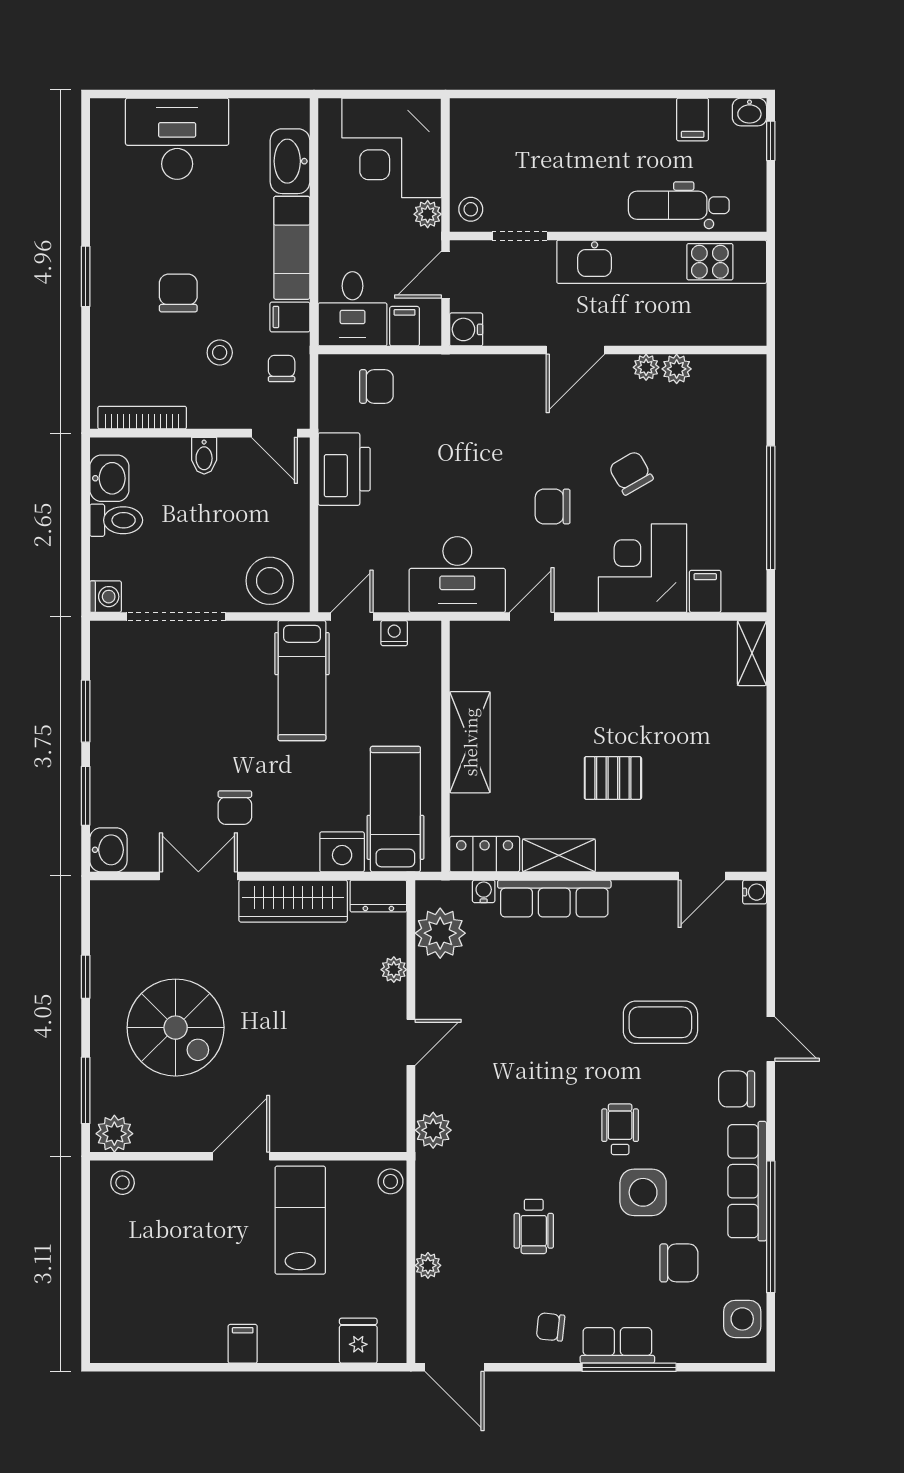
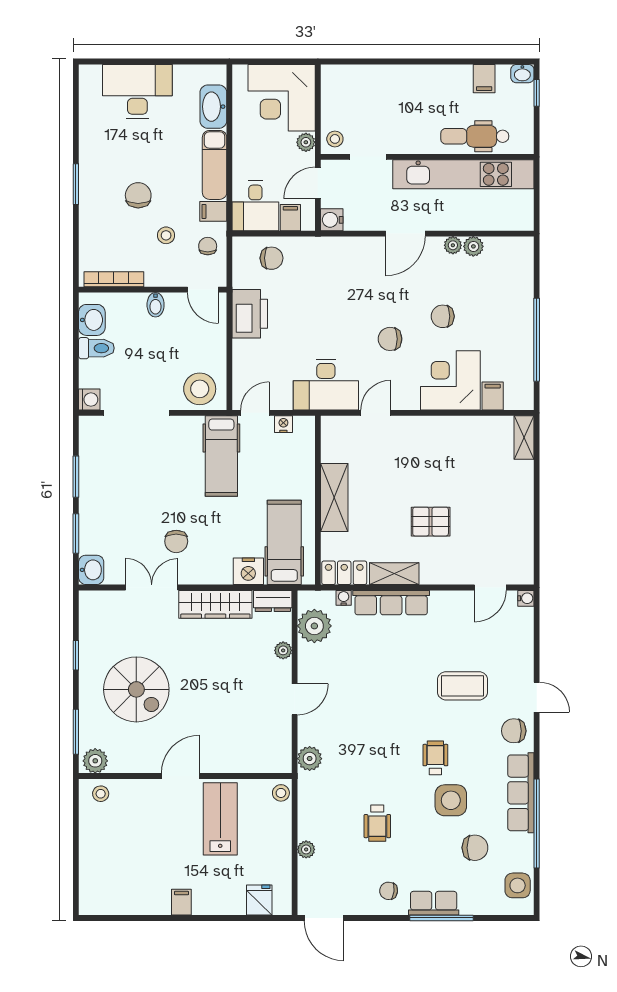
chair: (631, 473) -> (443, 316), turned -60

